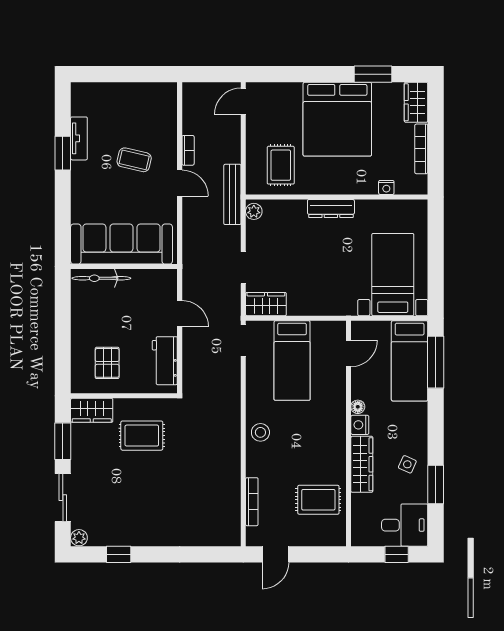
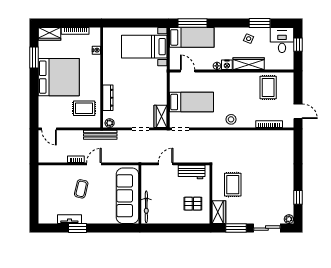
dresser: (331, 209) -> (108, 98), moved

